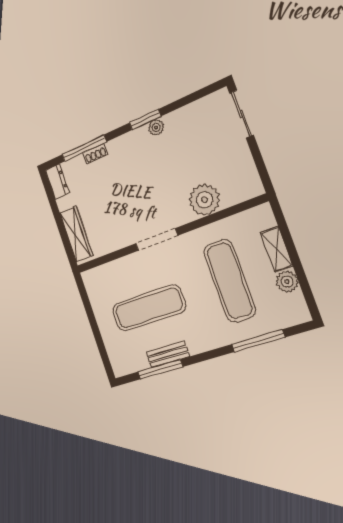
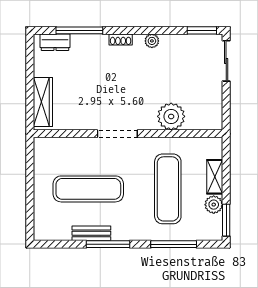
window: (145, 120) -> (202, 30), moved
shoe rack: (95, 154) -> (121, 39), moved
dresser: (57, 182) -> (55, 42), moved, turned 90
window: (308, 295) -> (226, 220), added
window: (160, 369) -> (108, 244), moved

